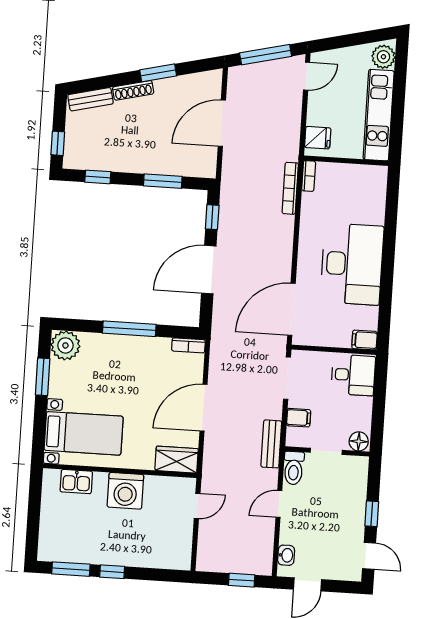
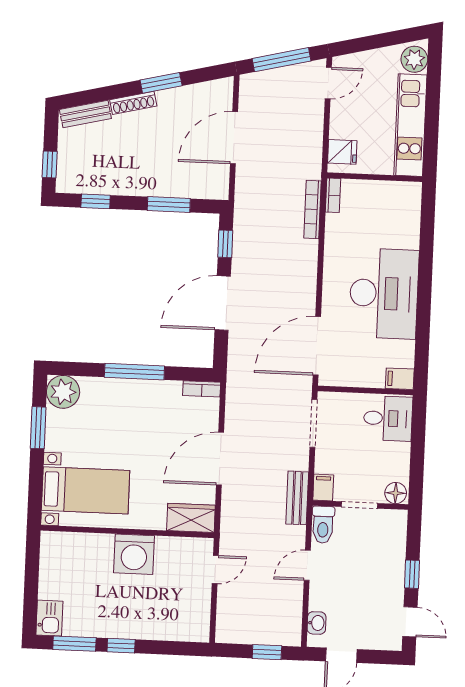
filing cabinet: (299, 418) -> (323, 487), moved, turned -90
kitchen sink: (76, 482) -> (49, 618), moved, turned -90

